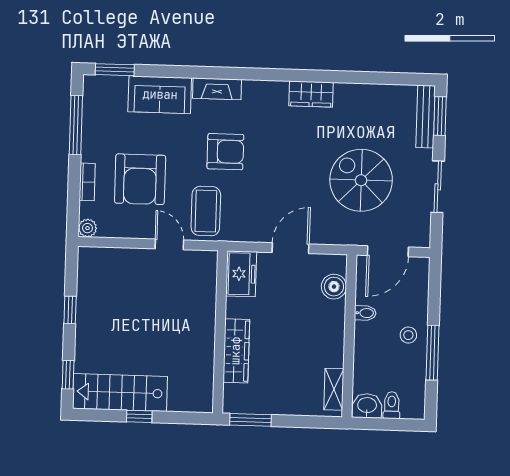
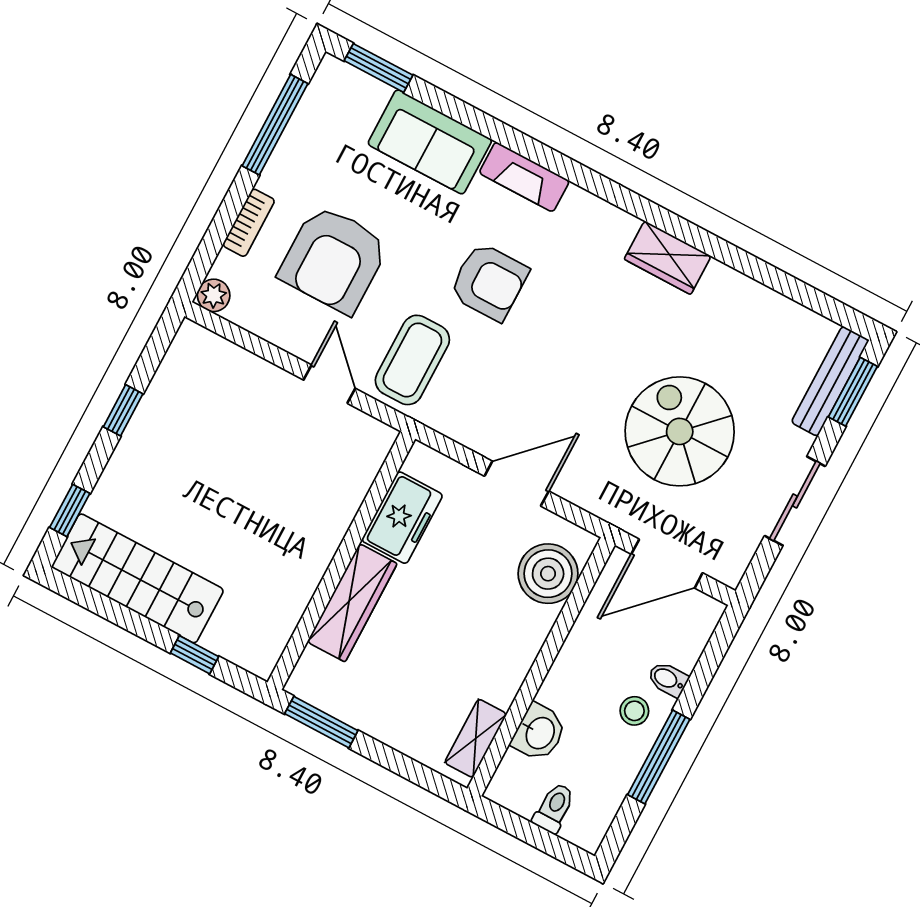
freezer: (241, 274) -> (402, 518), moved
boiler: (334, 287) -> (548, 574), width x1.37, depth x1.37
bidet: (365, 313) -> (668, 679), moved, turned 180
washbasin: (367, 406) -> (539, 733), moved, turned 90
window: (139, 416) -> (195, 655), moved

